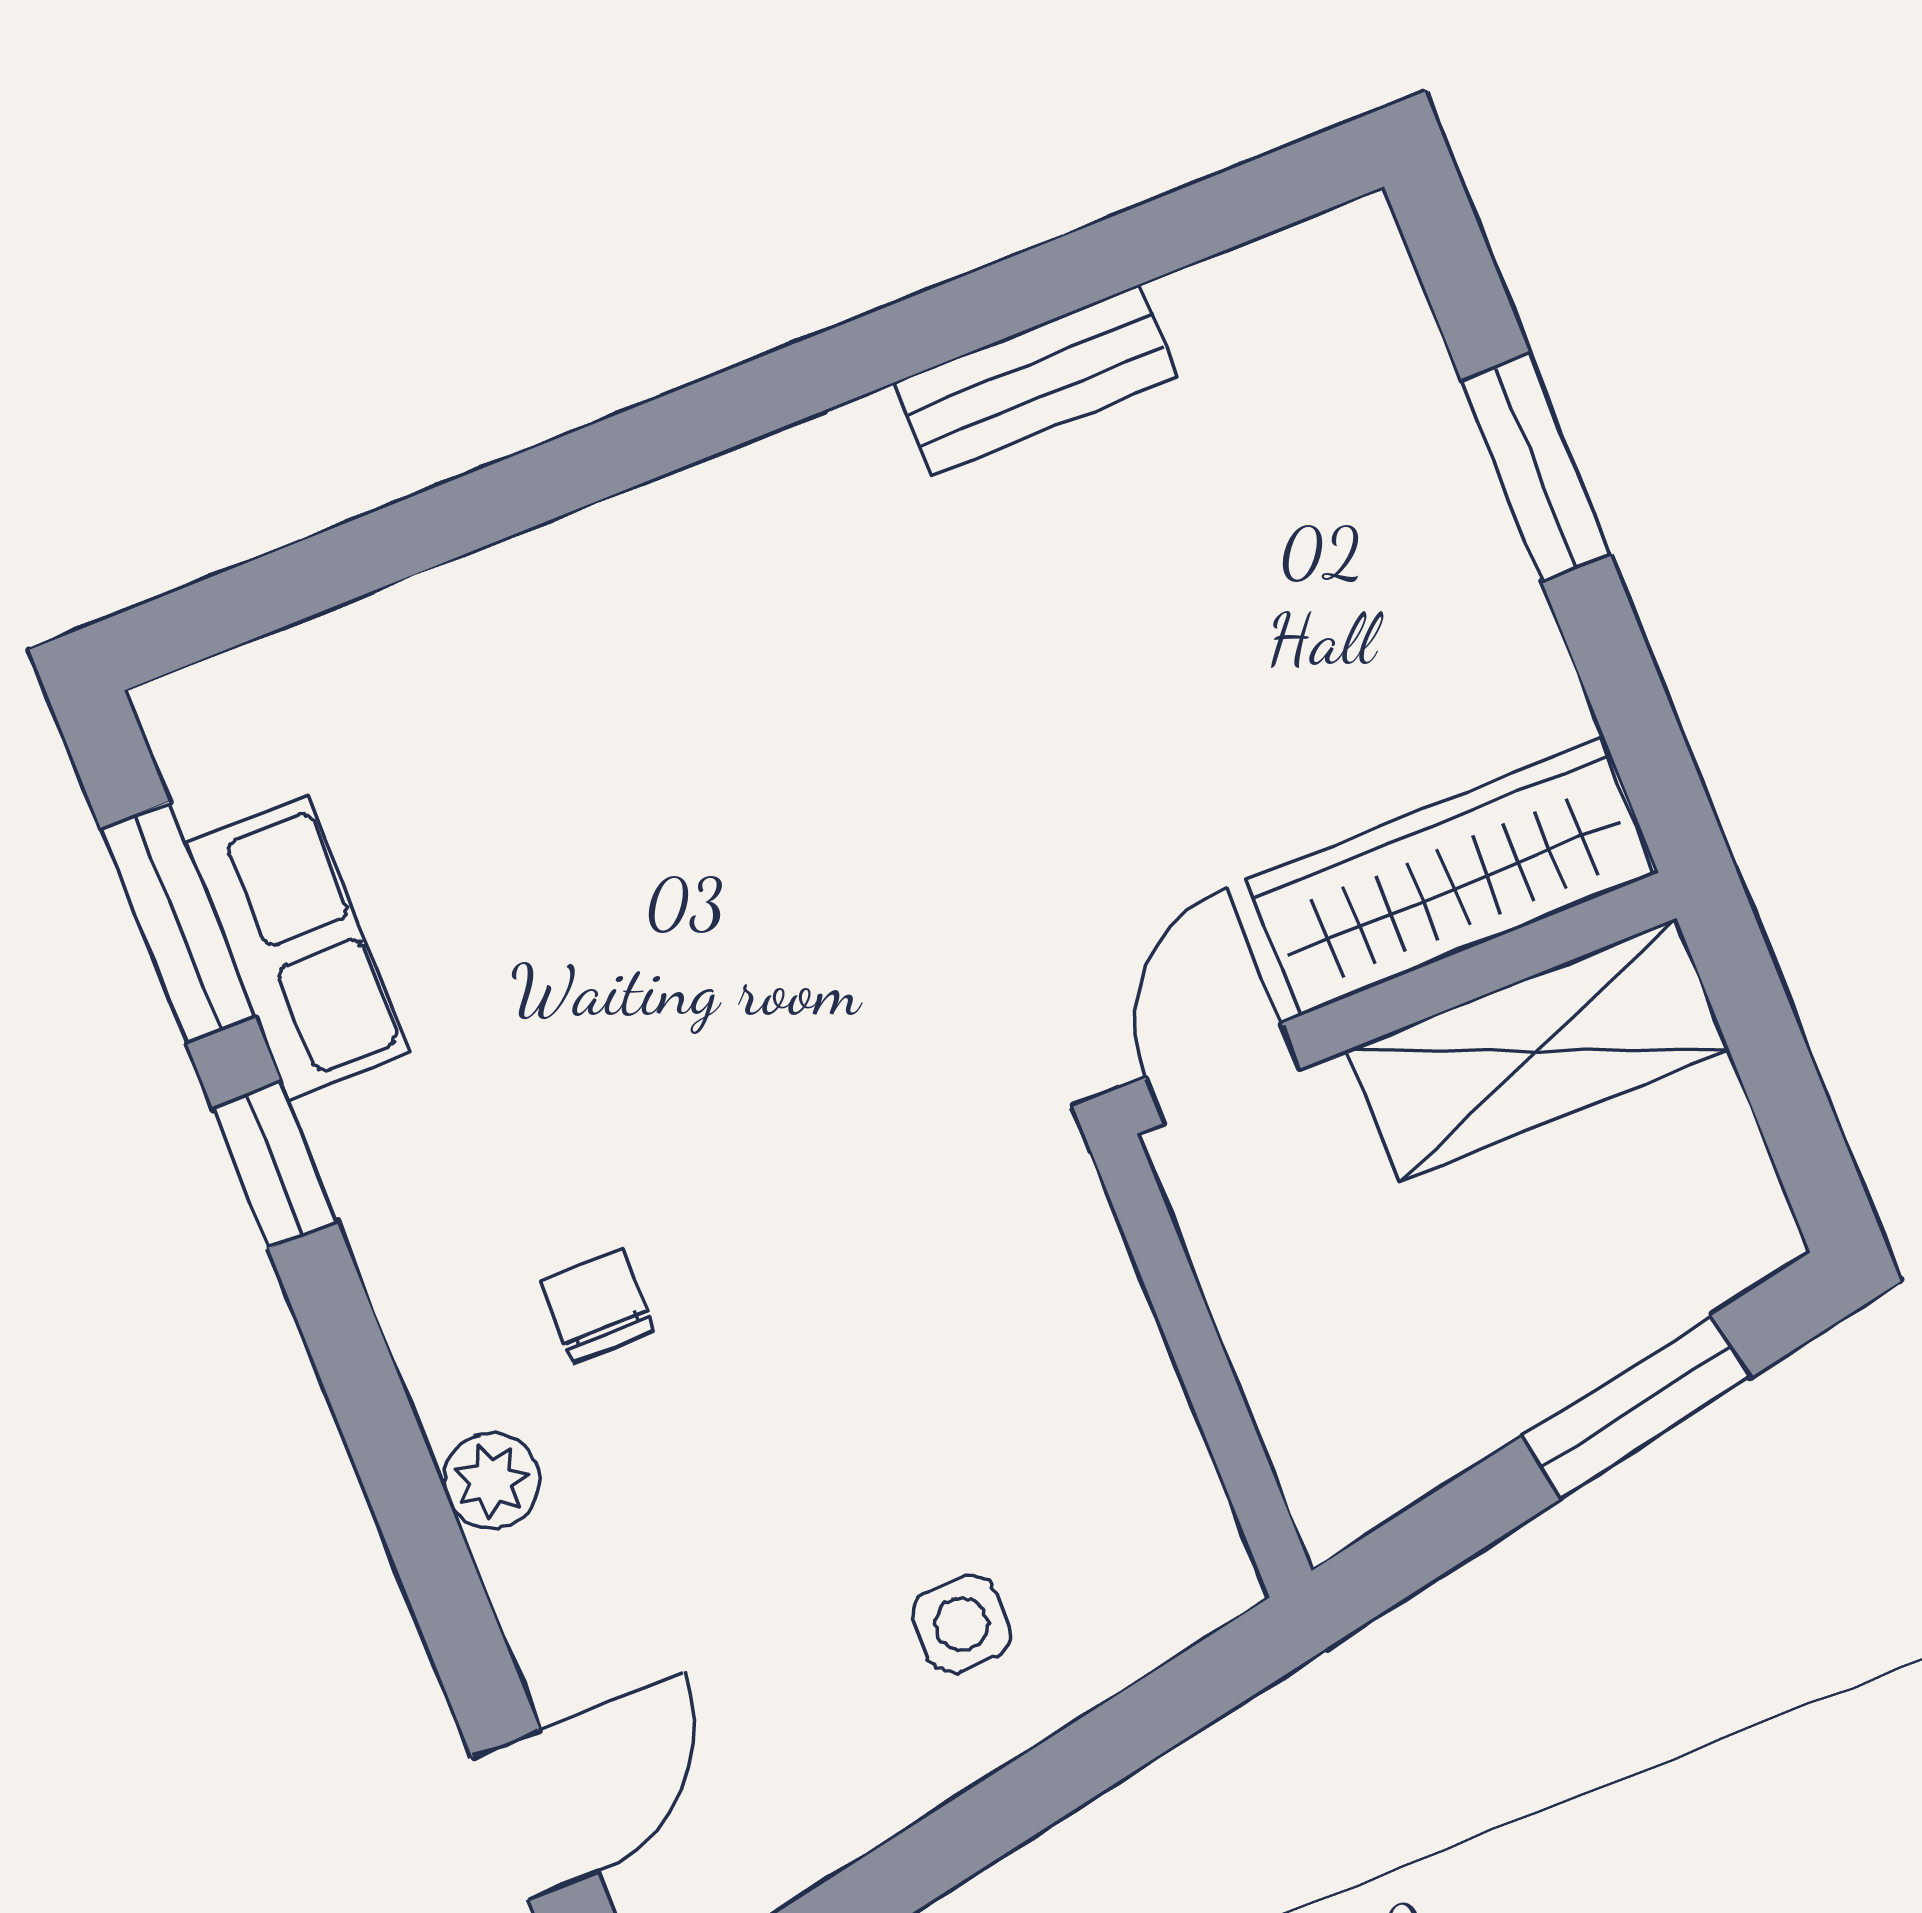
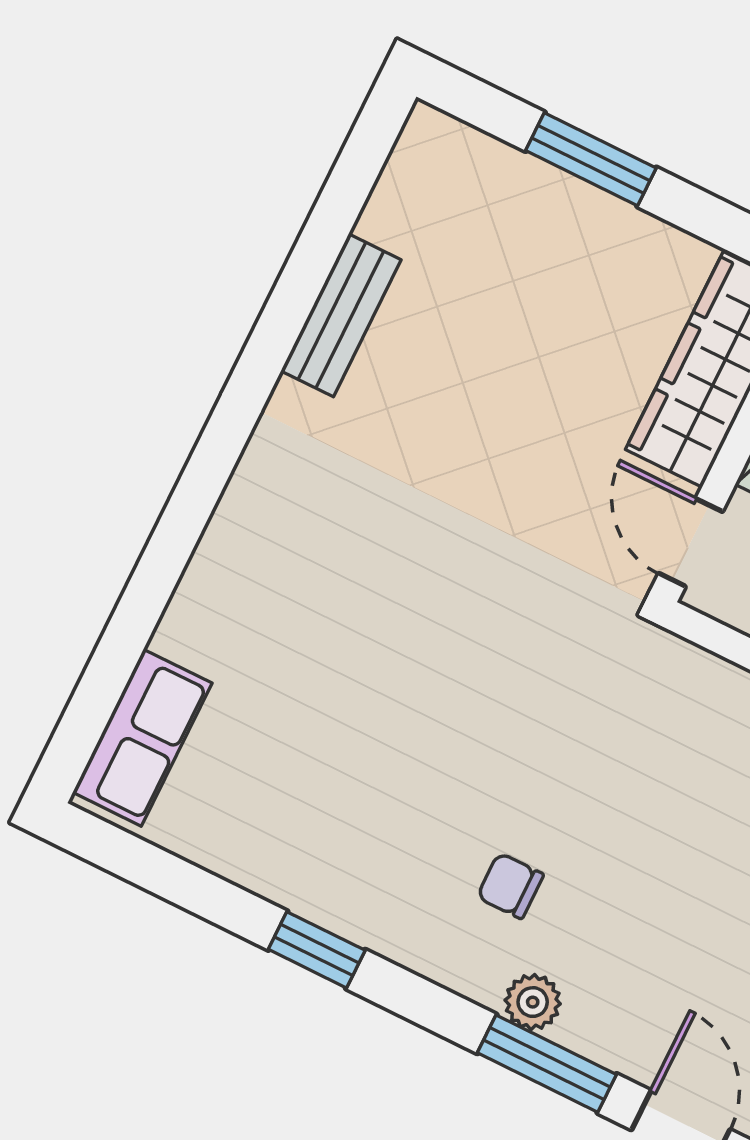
window: (178, 923) -> (547, 1064), moved
row of seats: (298, 948) -> (142, 738), moved, turned 90

